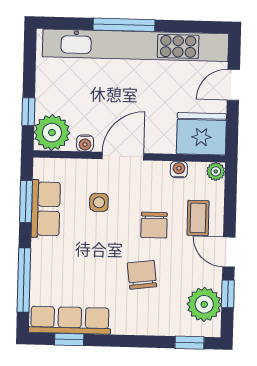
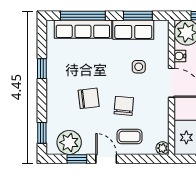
water cooler: (179, 170) -> (163, 122), removed
chair: (154, 225) -> (124, 106), turned 95
door: (229, 252) -> (106, 159), hinge flipped
row of seats: (70, 320) -> (83, 29), moved, turned 90
window: (69, 340) -> (42, 69), moved

